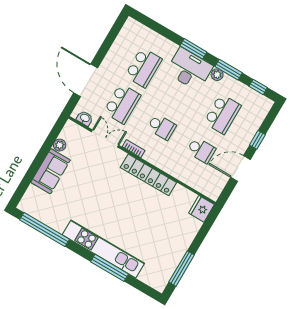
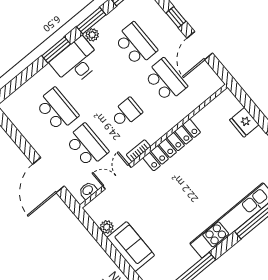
door: (86, 80) -> (48, 175), hinge flipped
school desk: (201, 150) -> (166, 80), width x1.85
fridge: (201, 209) -> (244, 122), moved

